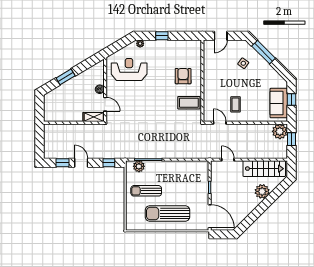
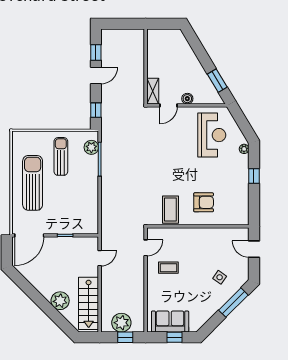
window: (66, 77) -> (217, 81), moved
plant: (280, 131) -> (121, 323), moved

